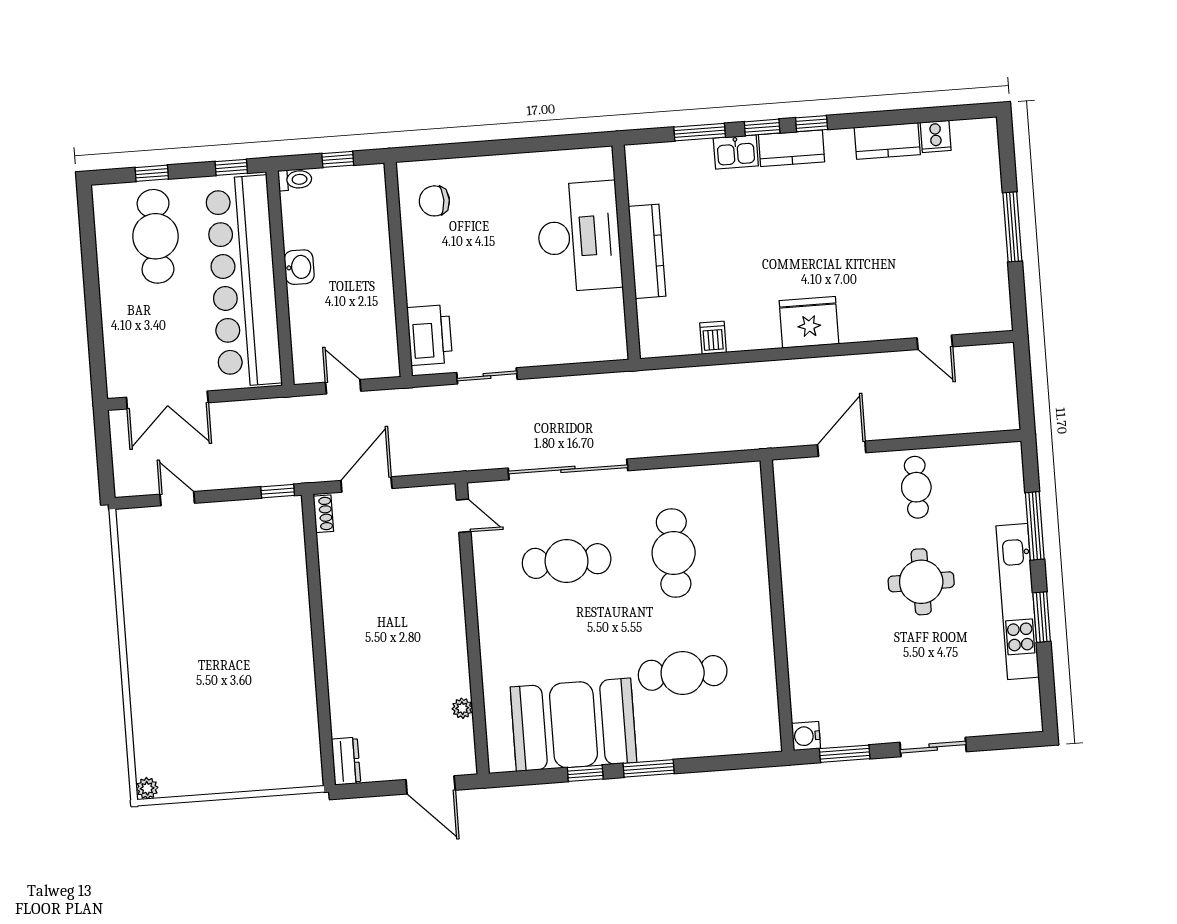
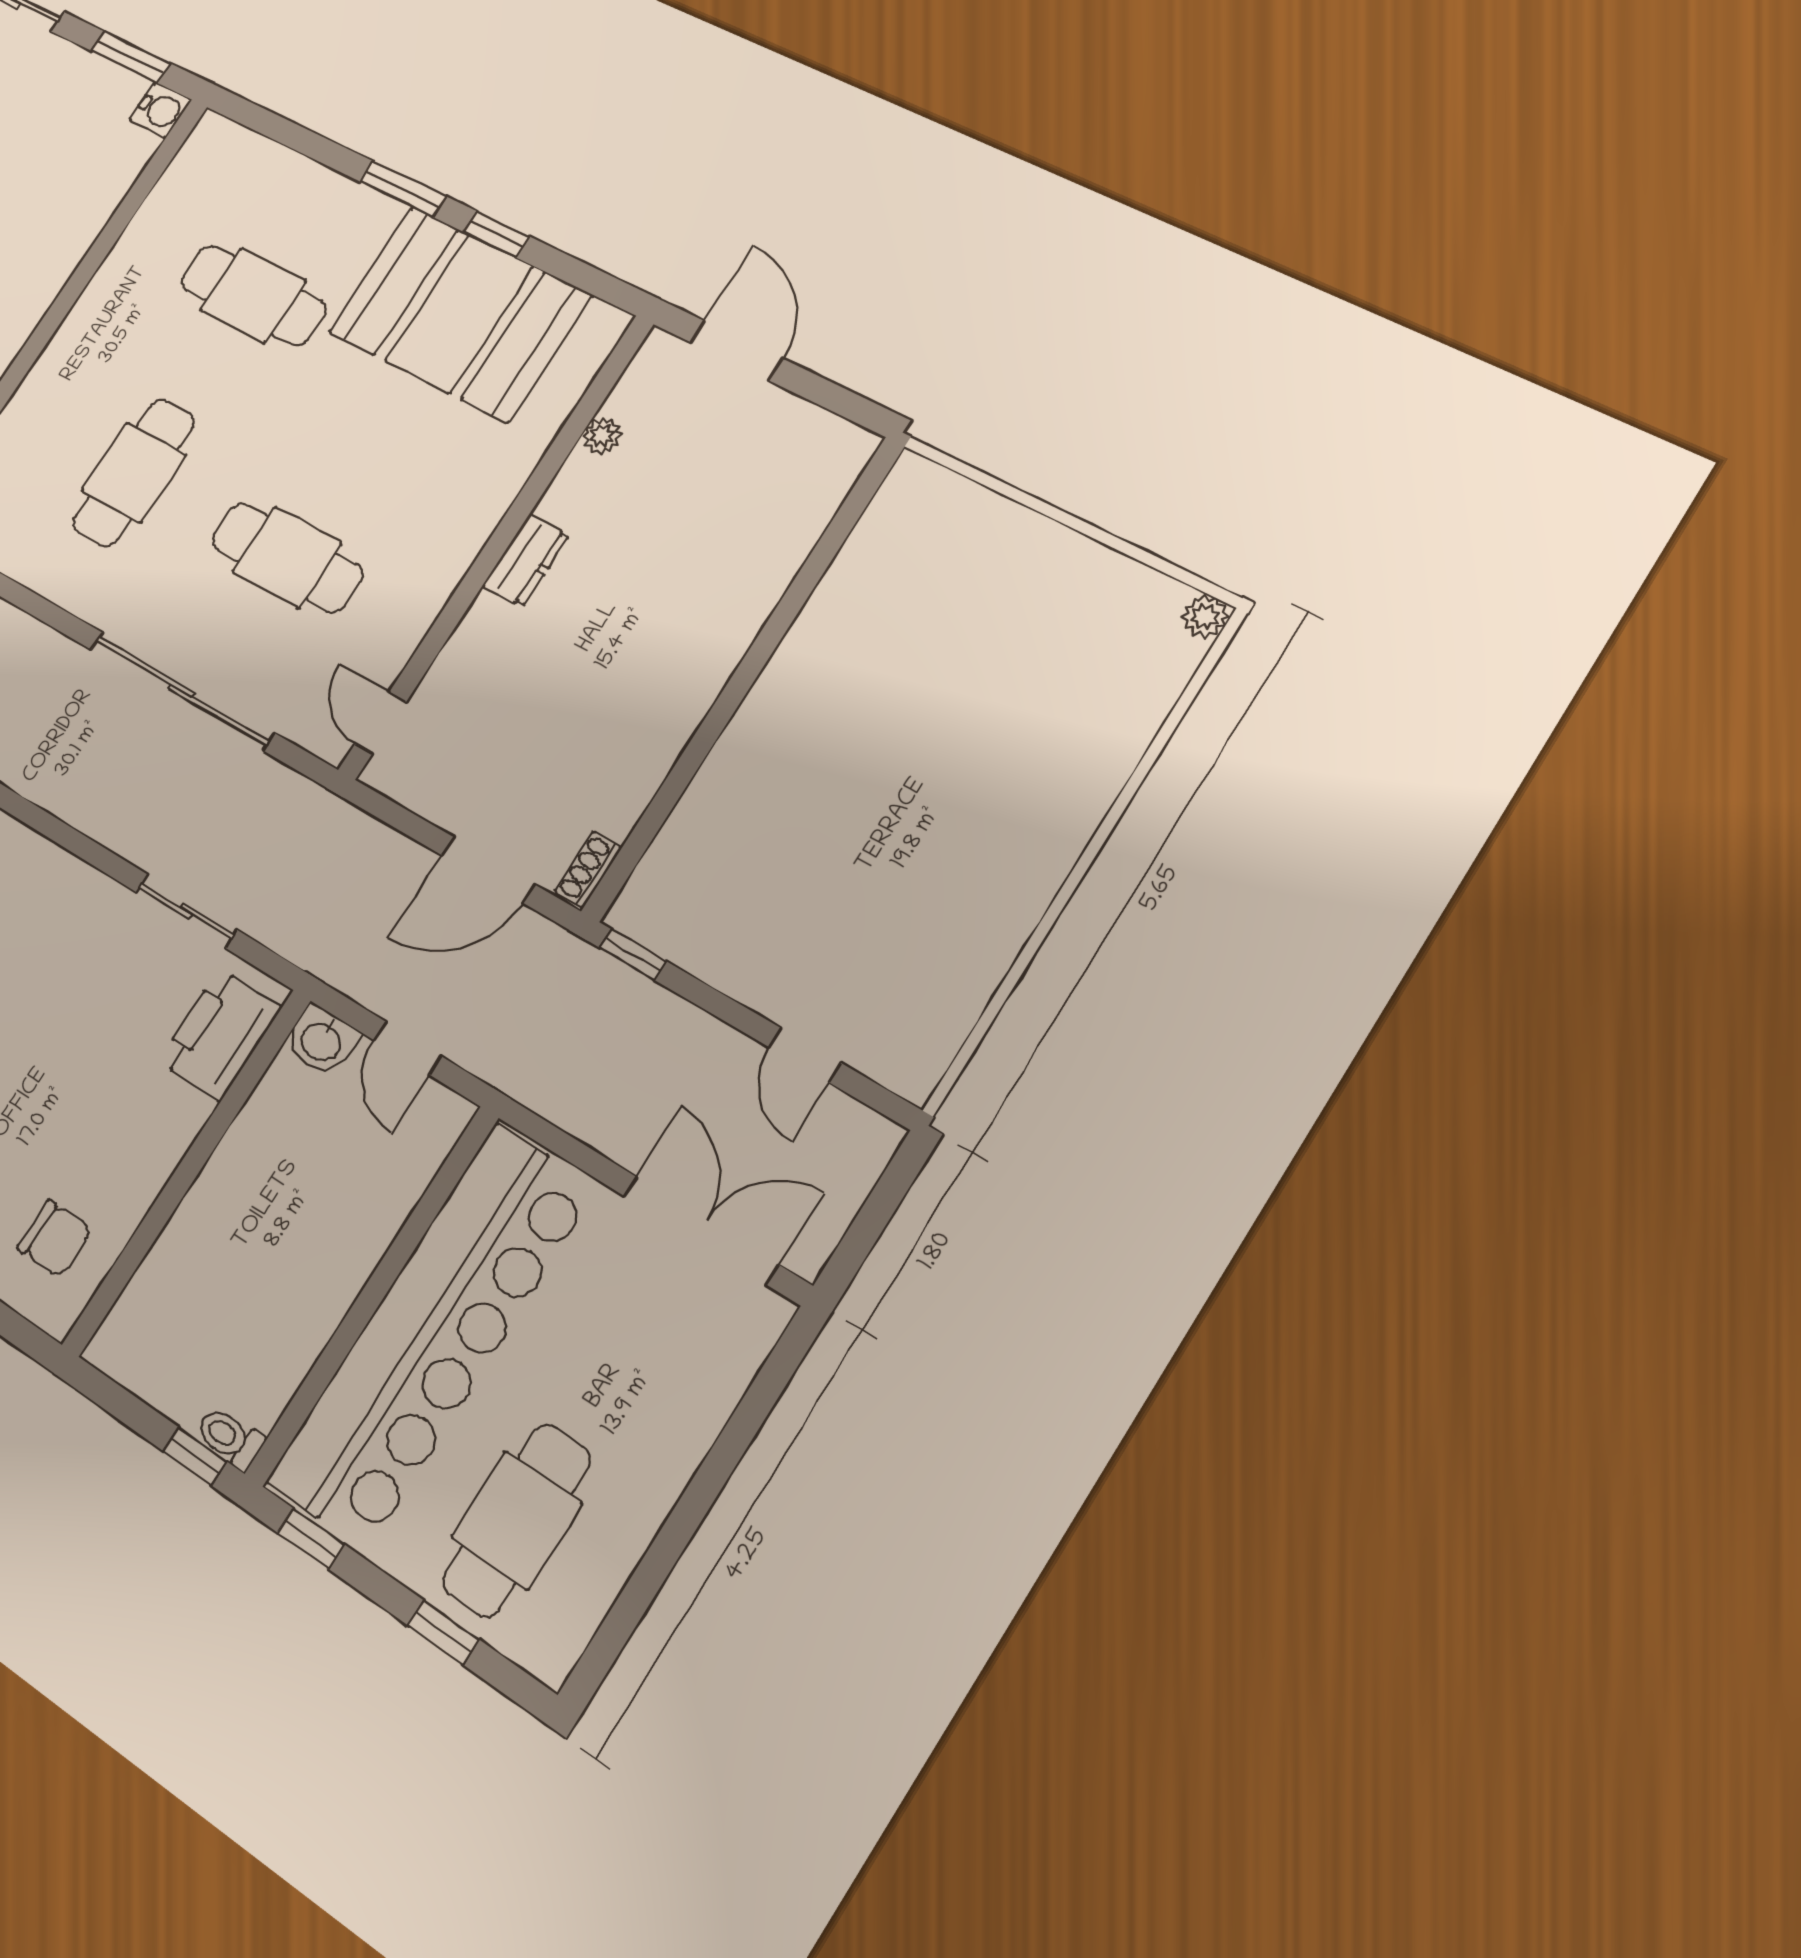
window: (338, 159) -> (195, 1456), moved
washbasin: (299, 267) -> (321, 1040), moved, turned -90
dresser: (346, 761) -> (526, 561), moved, turned 180

